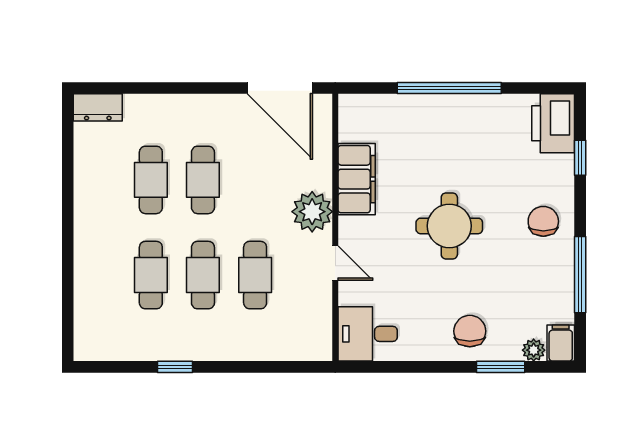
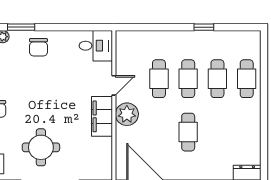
filing cabinet: (357, 179) -> (102, 116), moved
cafe table: (151, 180) -> (247, 79), moved
round table: (449, 226) -> (41, 147), moved
door: (335, 263) -> (114, 85), swing flipped

